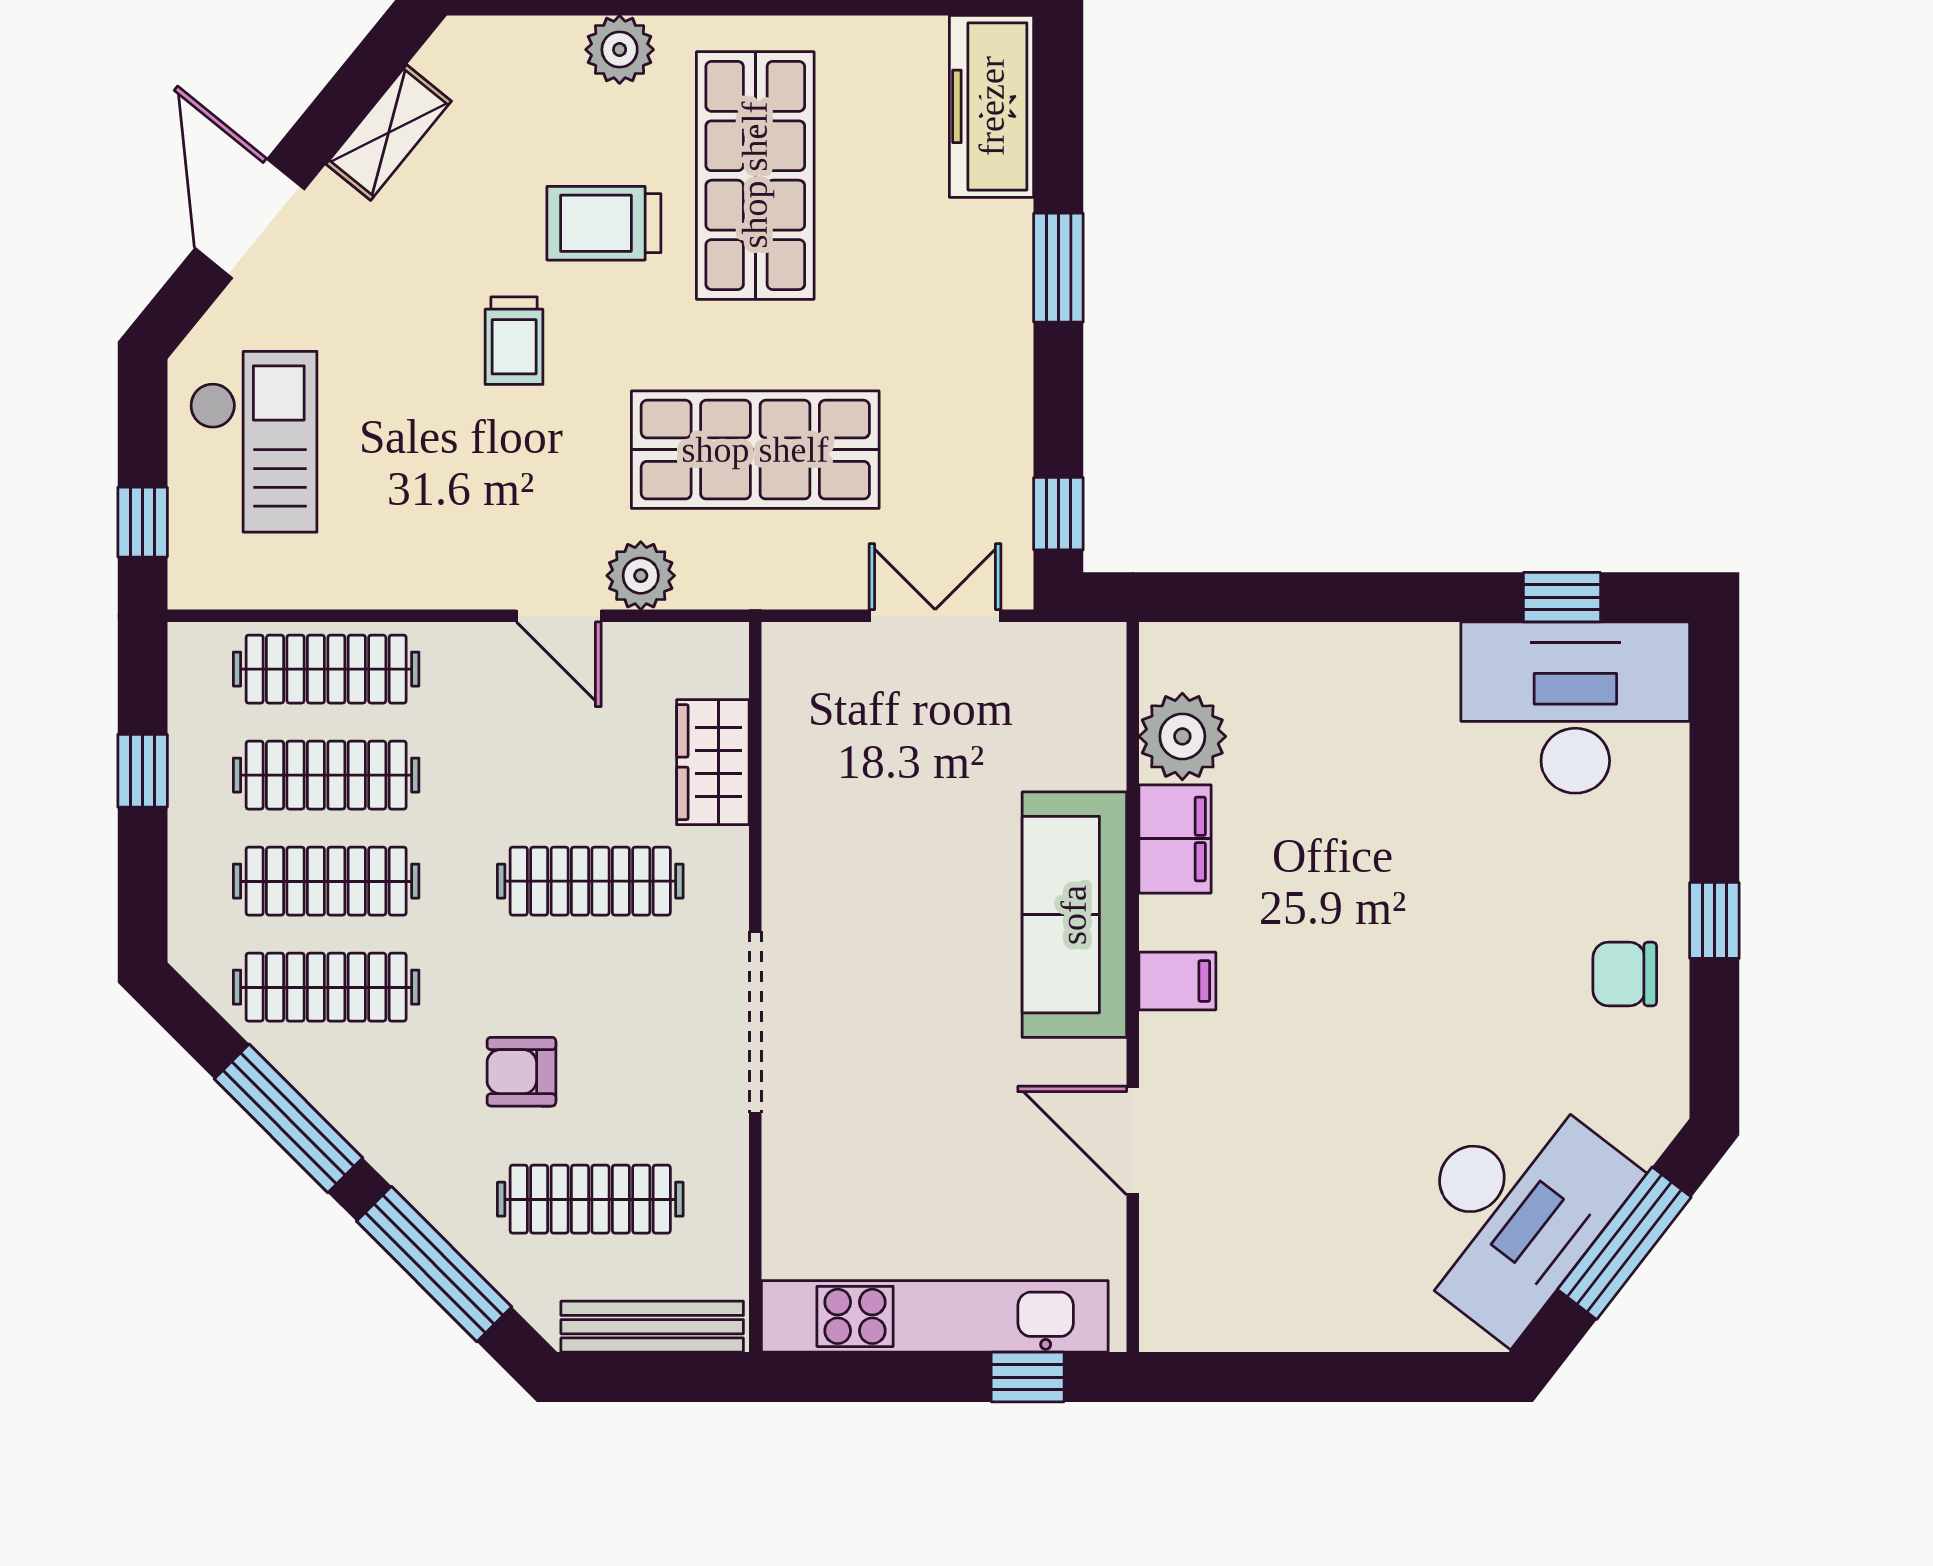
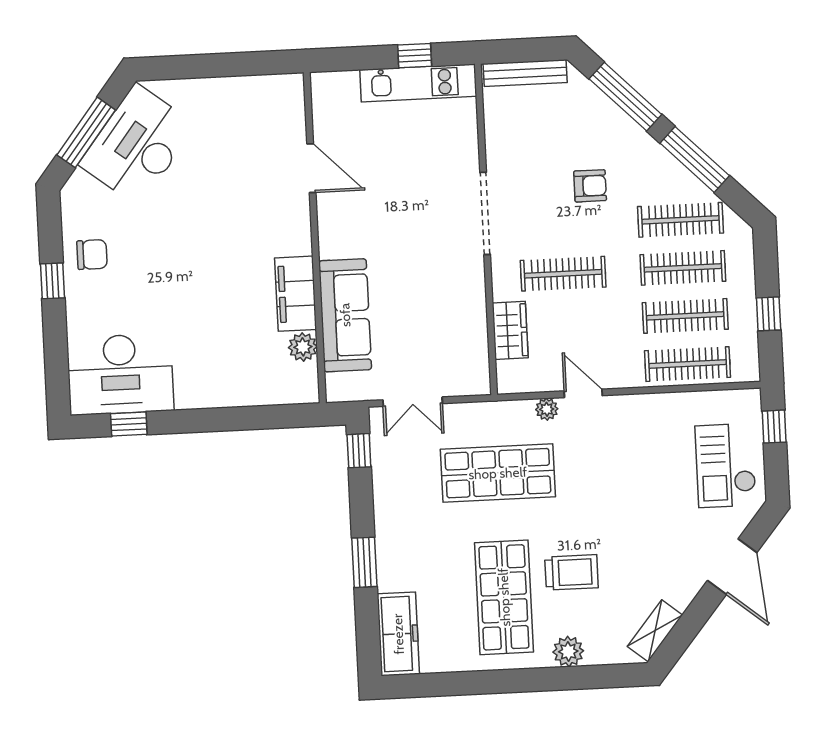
shelving: (389, 133) -> (655, 631), moved
trolley: (514, 341) -> (610, 517), removed
plant: (641, 576) -> (547, 409), width x0.73, depth x0.73
plant: (1182, 736) -> (303, 347), width x0.73, depth x0.73
filing cabinet: (1175, 839) -> (296, 294), width x1.50, depth x1.17
sofa: (1074, 915) -> (345, 315), moved
filing cabinet: (1177, 981) -> (295, 241), removed
clothes rail: (590, 1199) -> (556, 130), removed
kitchen unit: (935, 1316) -> (418, 83), width x0.73
window: (1028, 1377) -> (415, 56), moved

